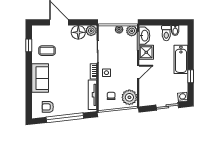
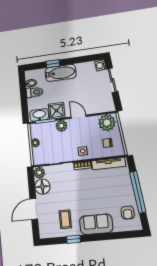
plant: (132, 31) -> (61, 126), moved
window: (29, 45) -> (74, 239), moved
window: (191, 76) -> (53, 64), moved

